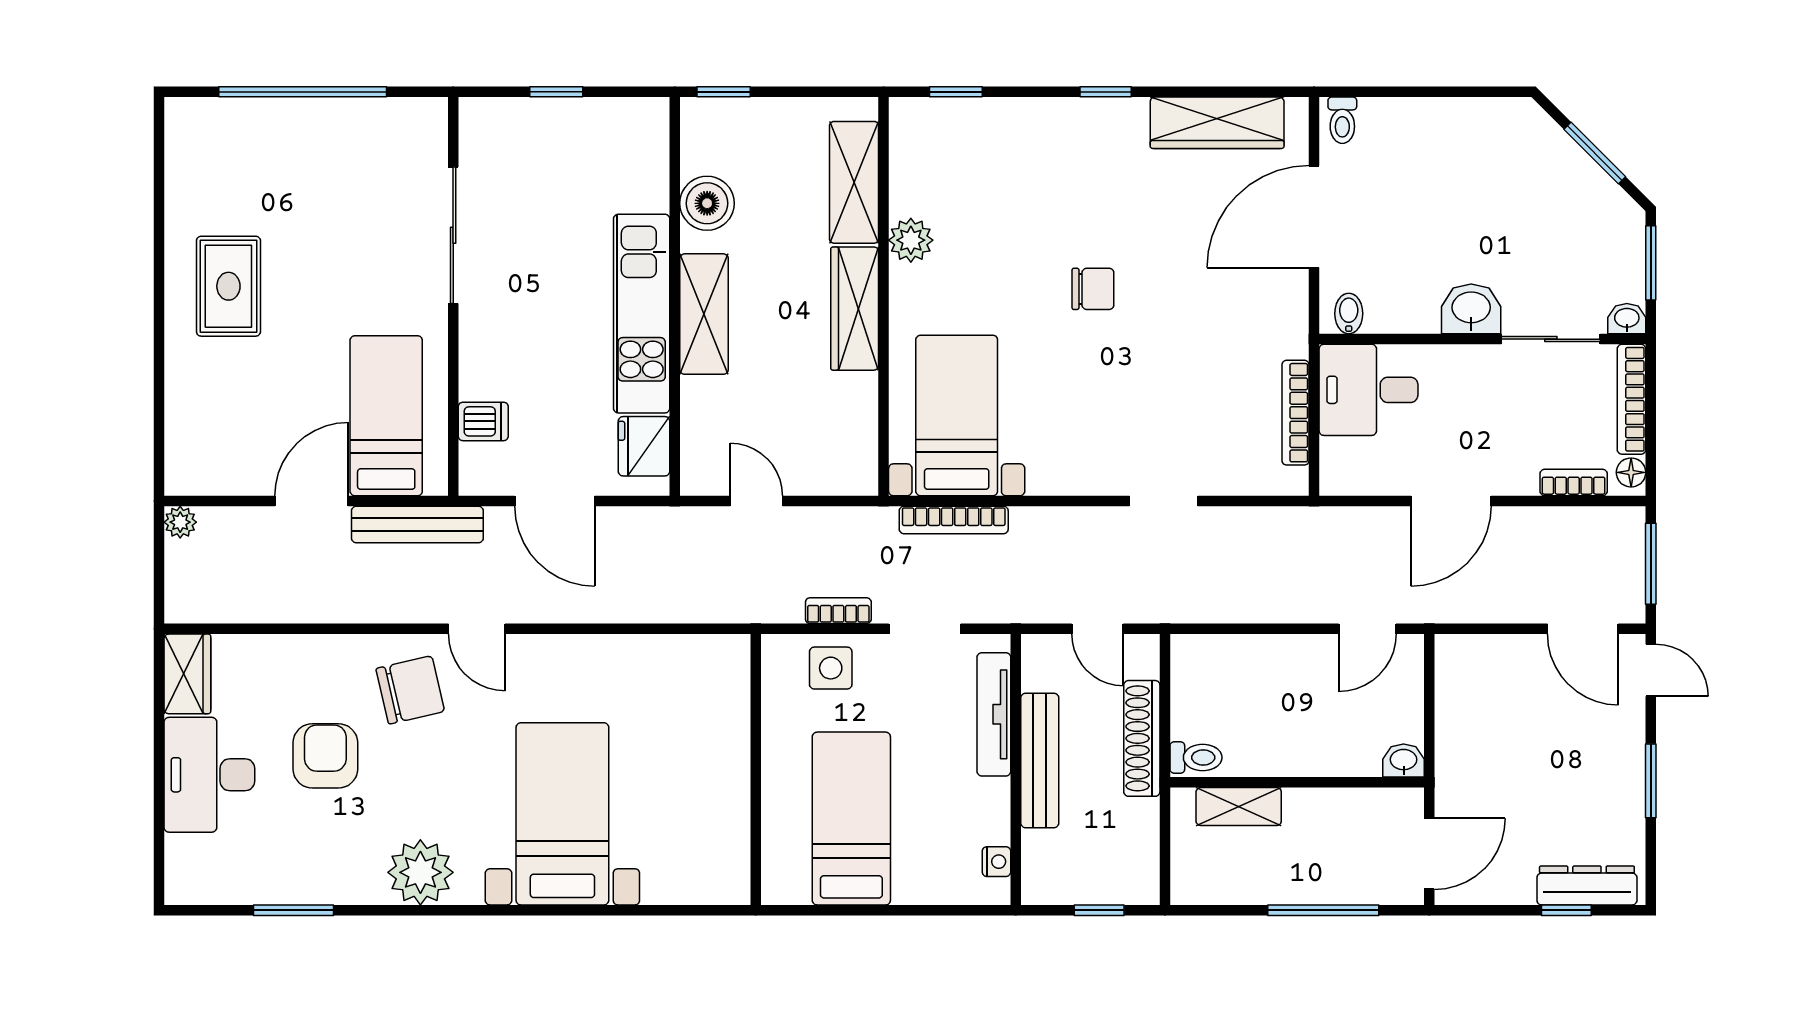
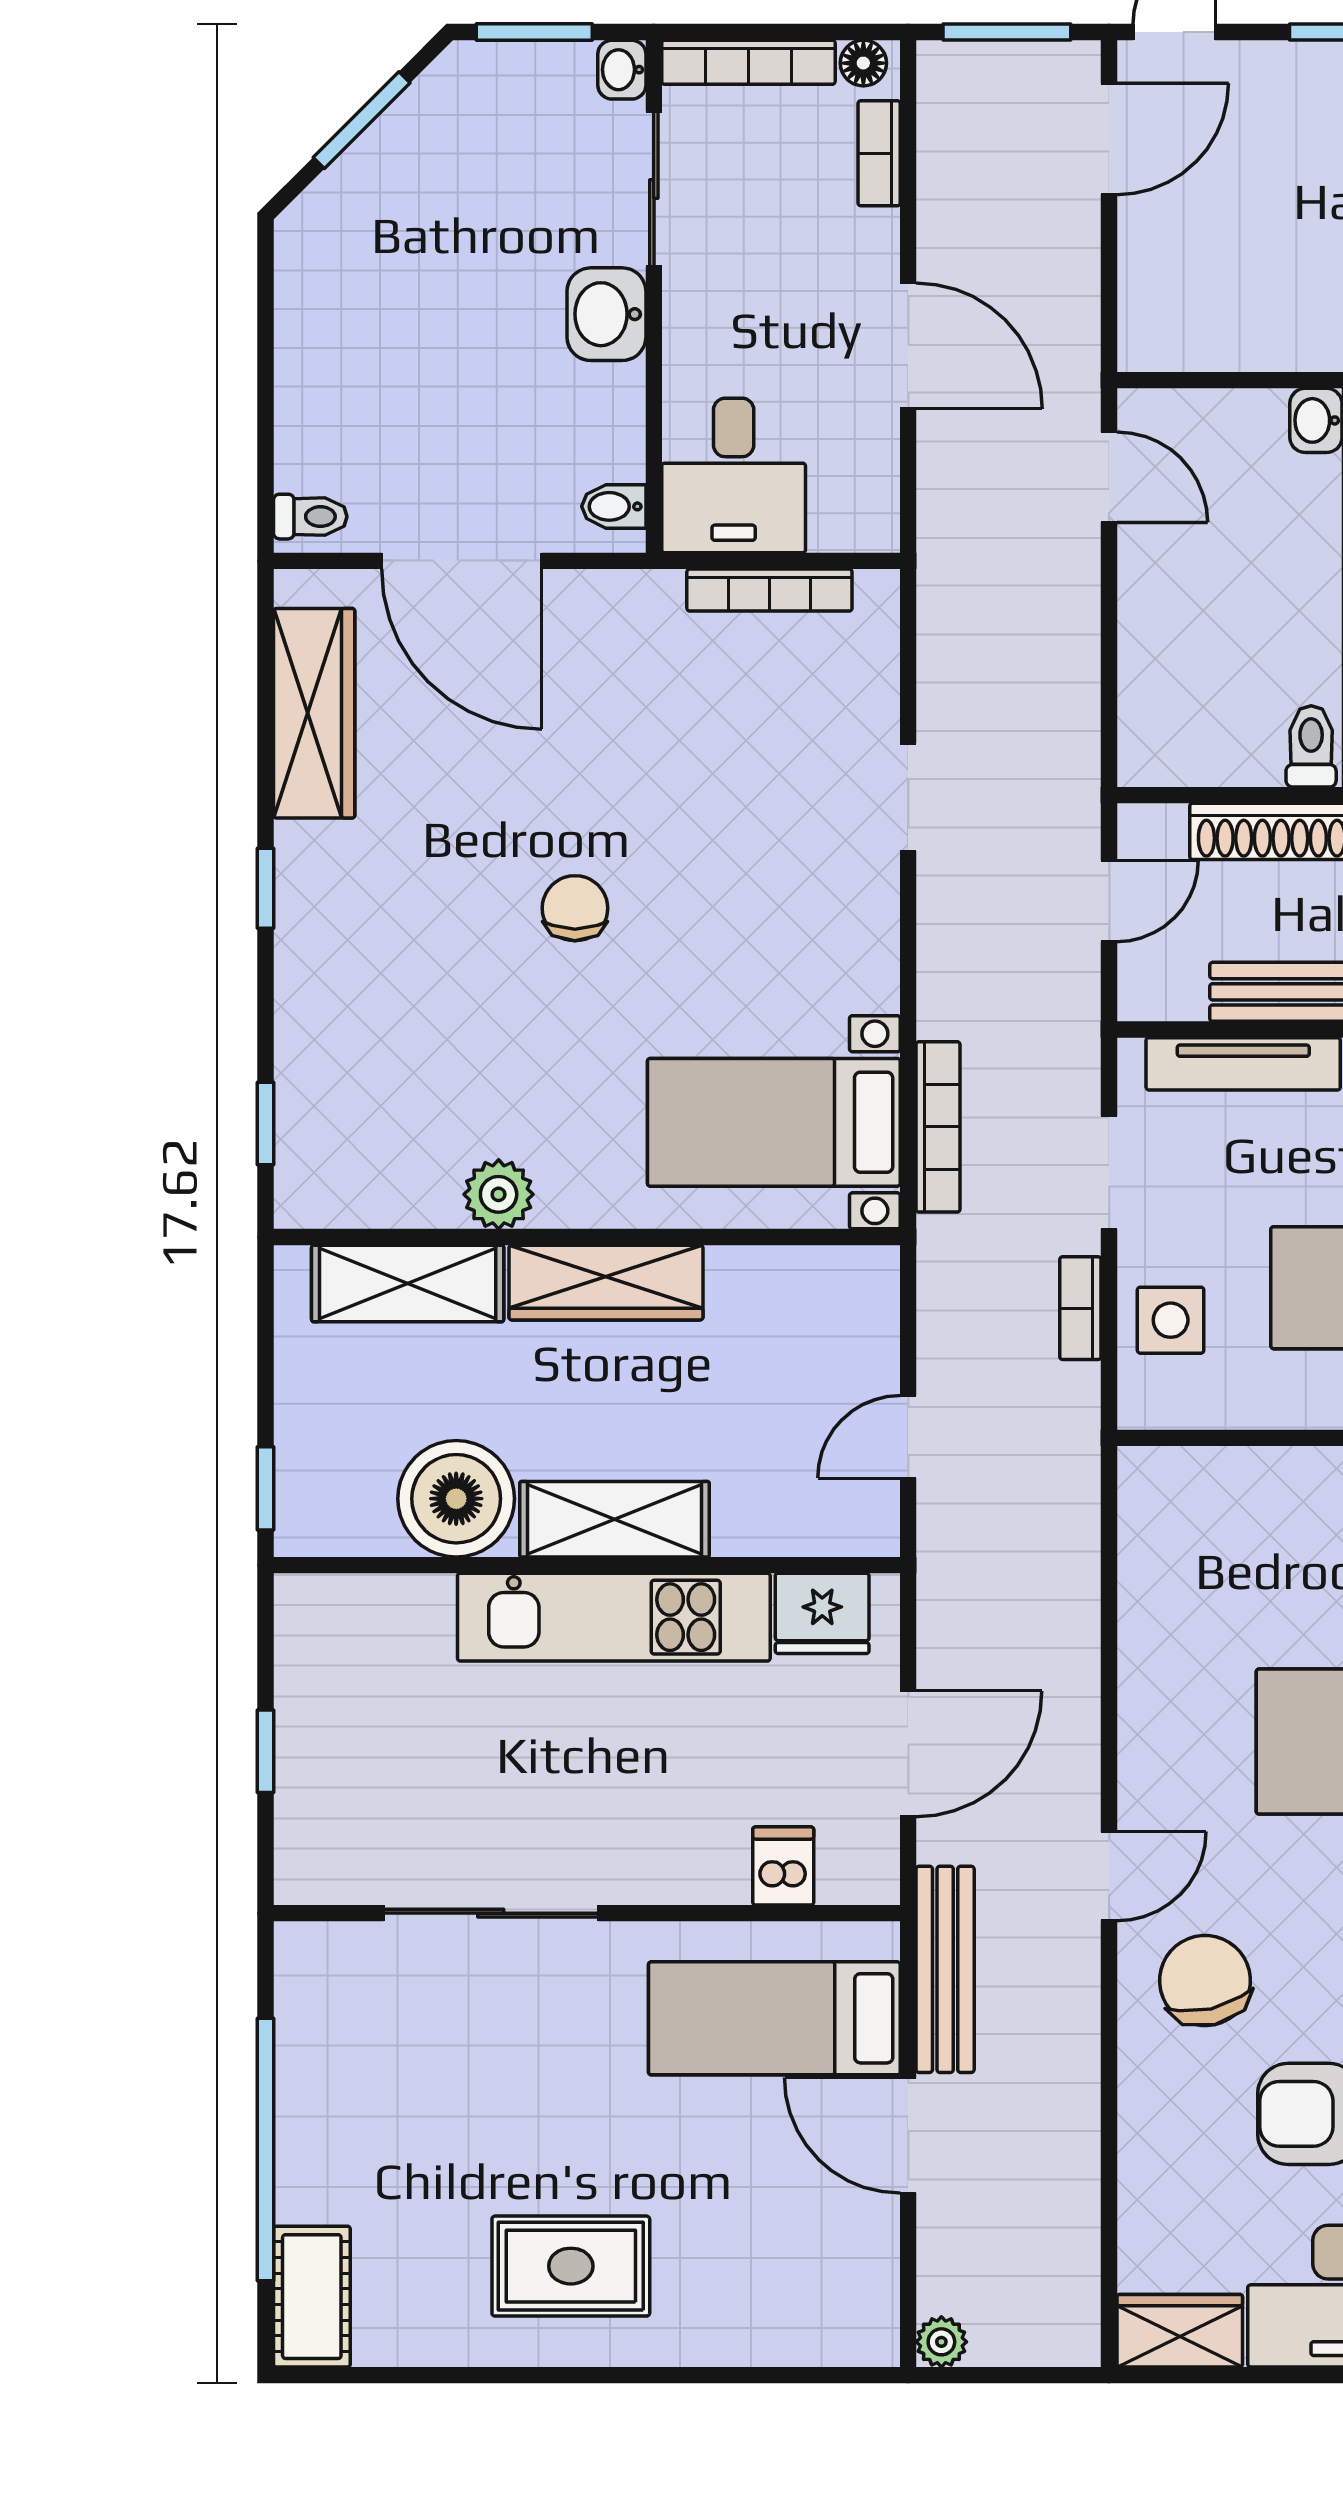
cot: (209, 121) -> (312, 2297), added
boiler: (707, 203) -> (456, 1499), width x1.37, depth x1.37

